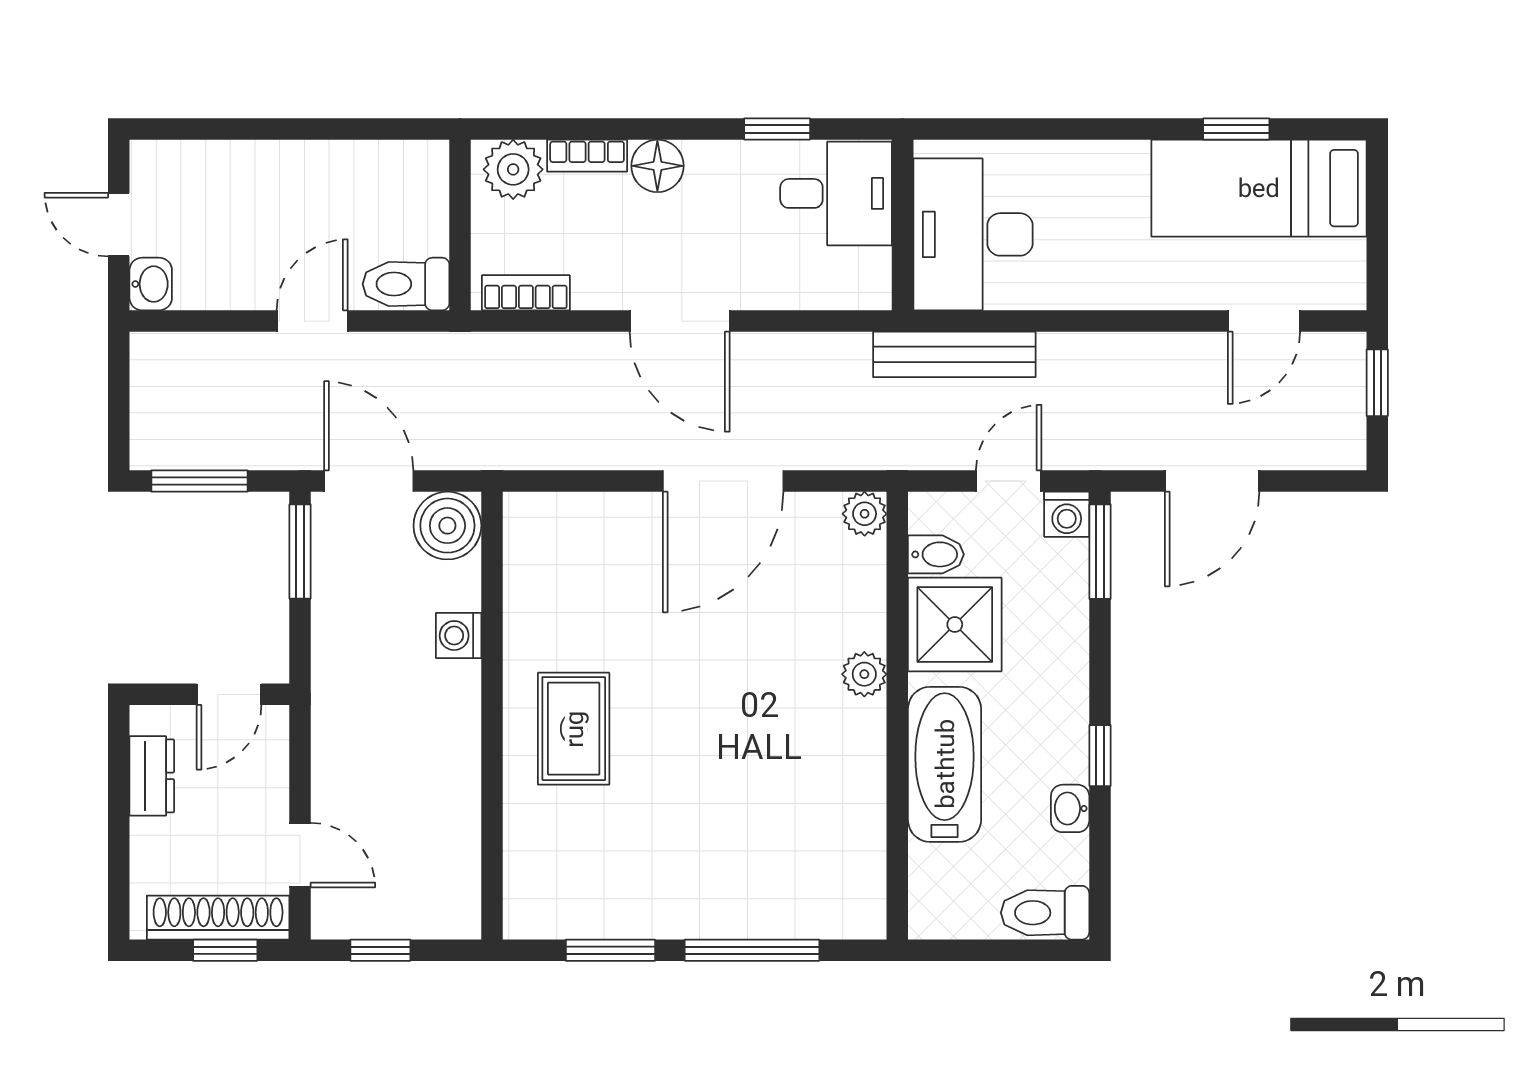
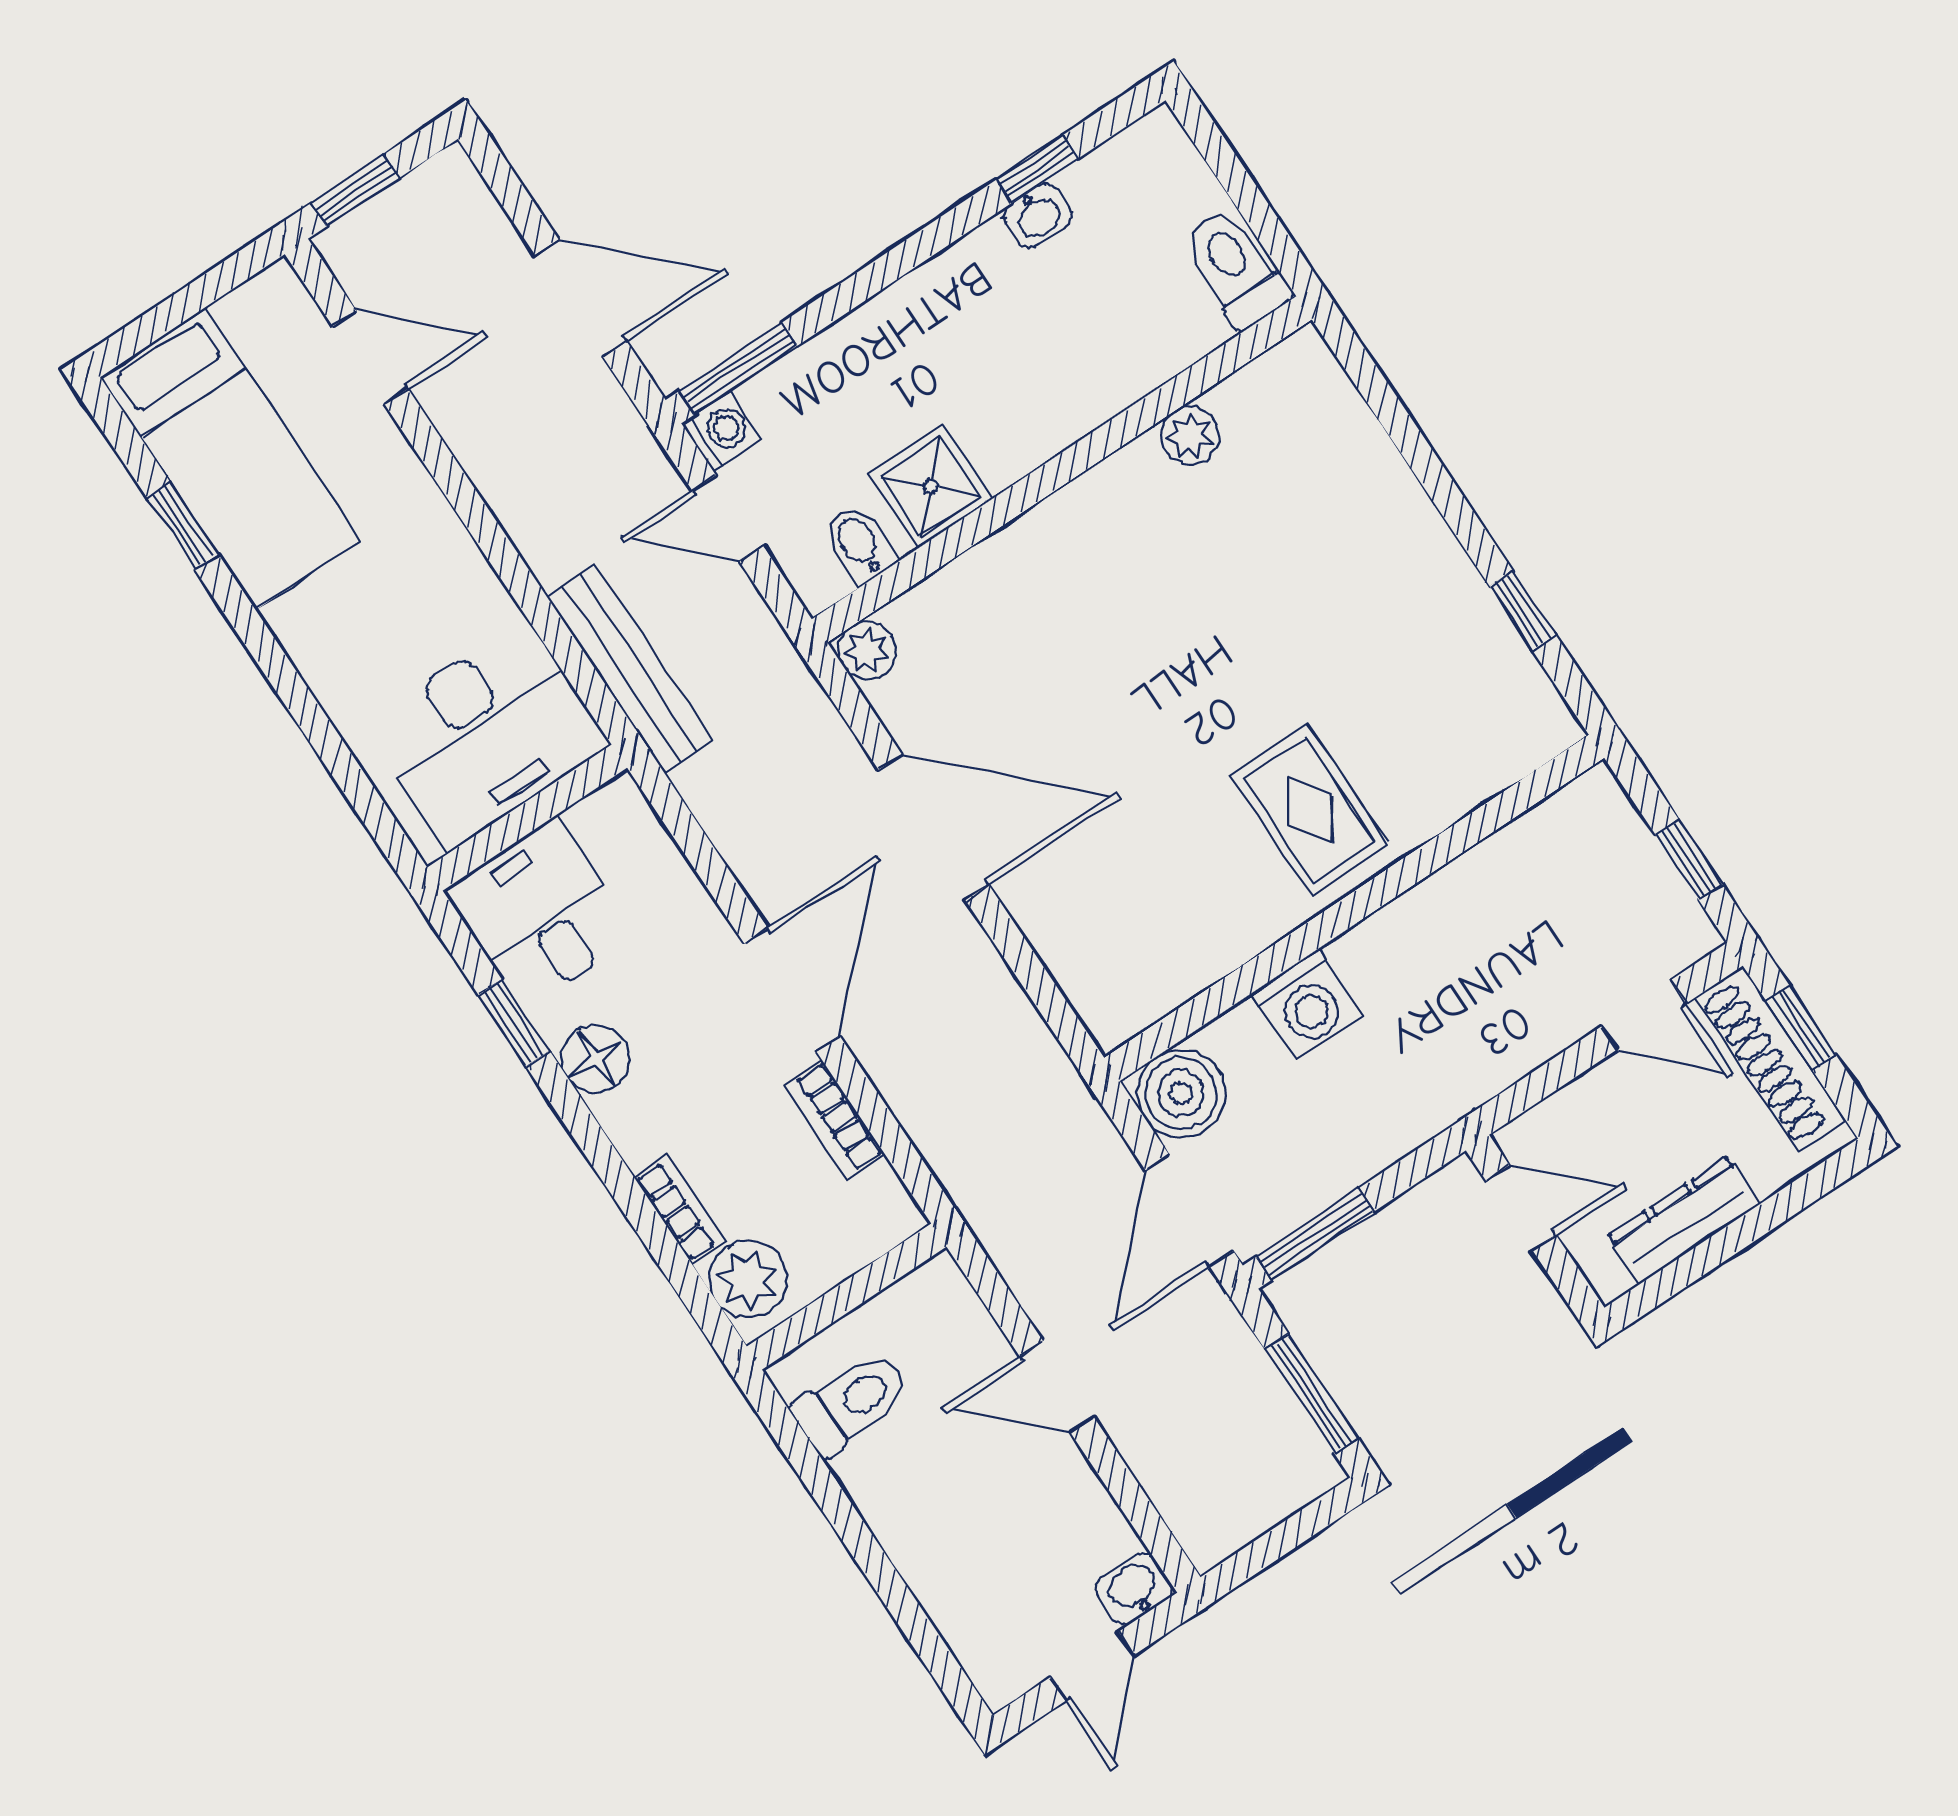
floor lamp: (657, 166) -> (596, 1059), moved
toilet: (406, 284) -> (852, 1403), moved, turned -90
bookcase: (526, 293) -> (835, 1120), moved
shower: (955, 624) -> (931, 487), width x0.73, depth x0.73
washing machine: (459, 636) -> (1307, 1005), width x1.38, depth x1.38
plant: (864, 674) -> (1190, 436), moved
rug: (574, 729) -> (1309, 810), turned 90
window: (1100, 756) -> (1037, 169), moved
bathtub: (945, 764) -> (1081, 383), removed
dresser: (152, 776) -> (1684, 1220), width x1.44
door: (300, 855) -> (1644, 1015), swing flipped
toilet: (1045, 913) -> (1235, 268), moved, turned 180
window: (610, 950) -> (1523, 611), width x0.67
window: (752, 950) -> (1421, 457), removed

